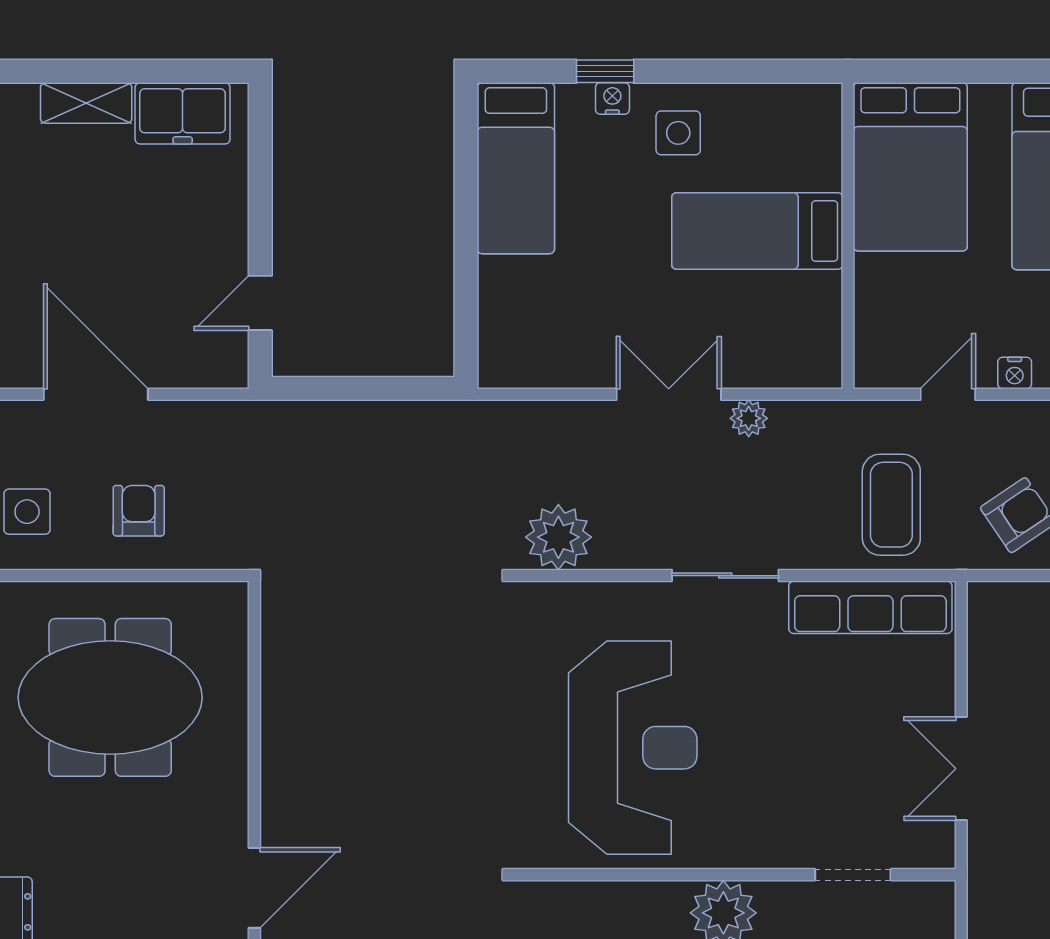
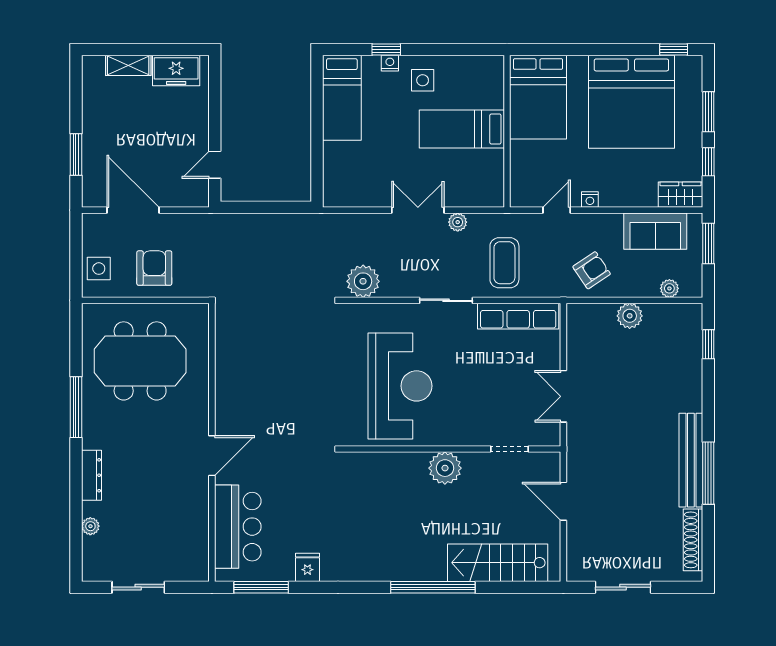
coffee table: (891, 505) -> (504, 263), moved
armchair: (139, 511) -> (154, 268), width x1.38, depth x1.38

